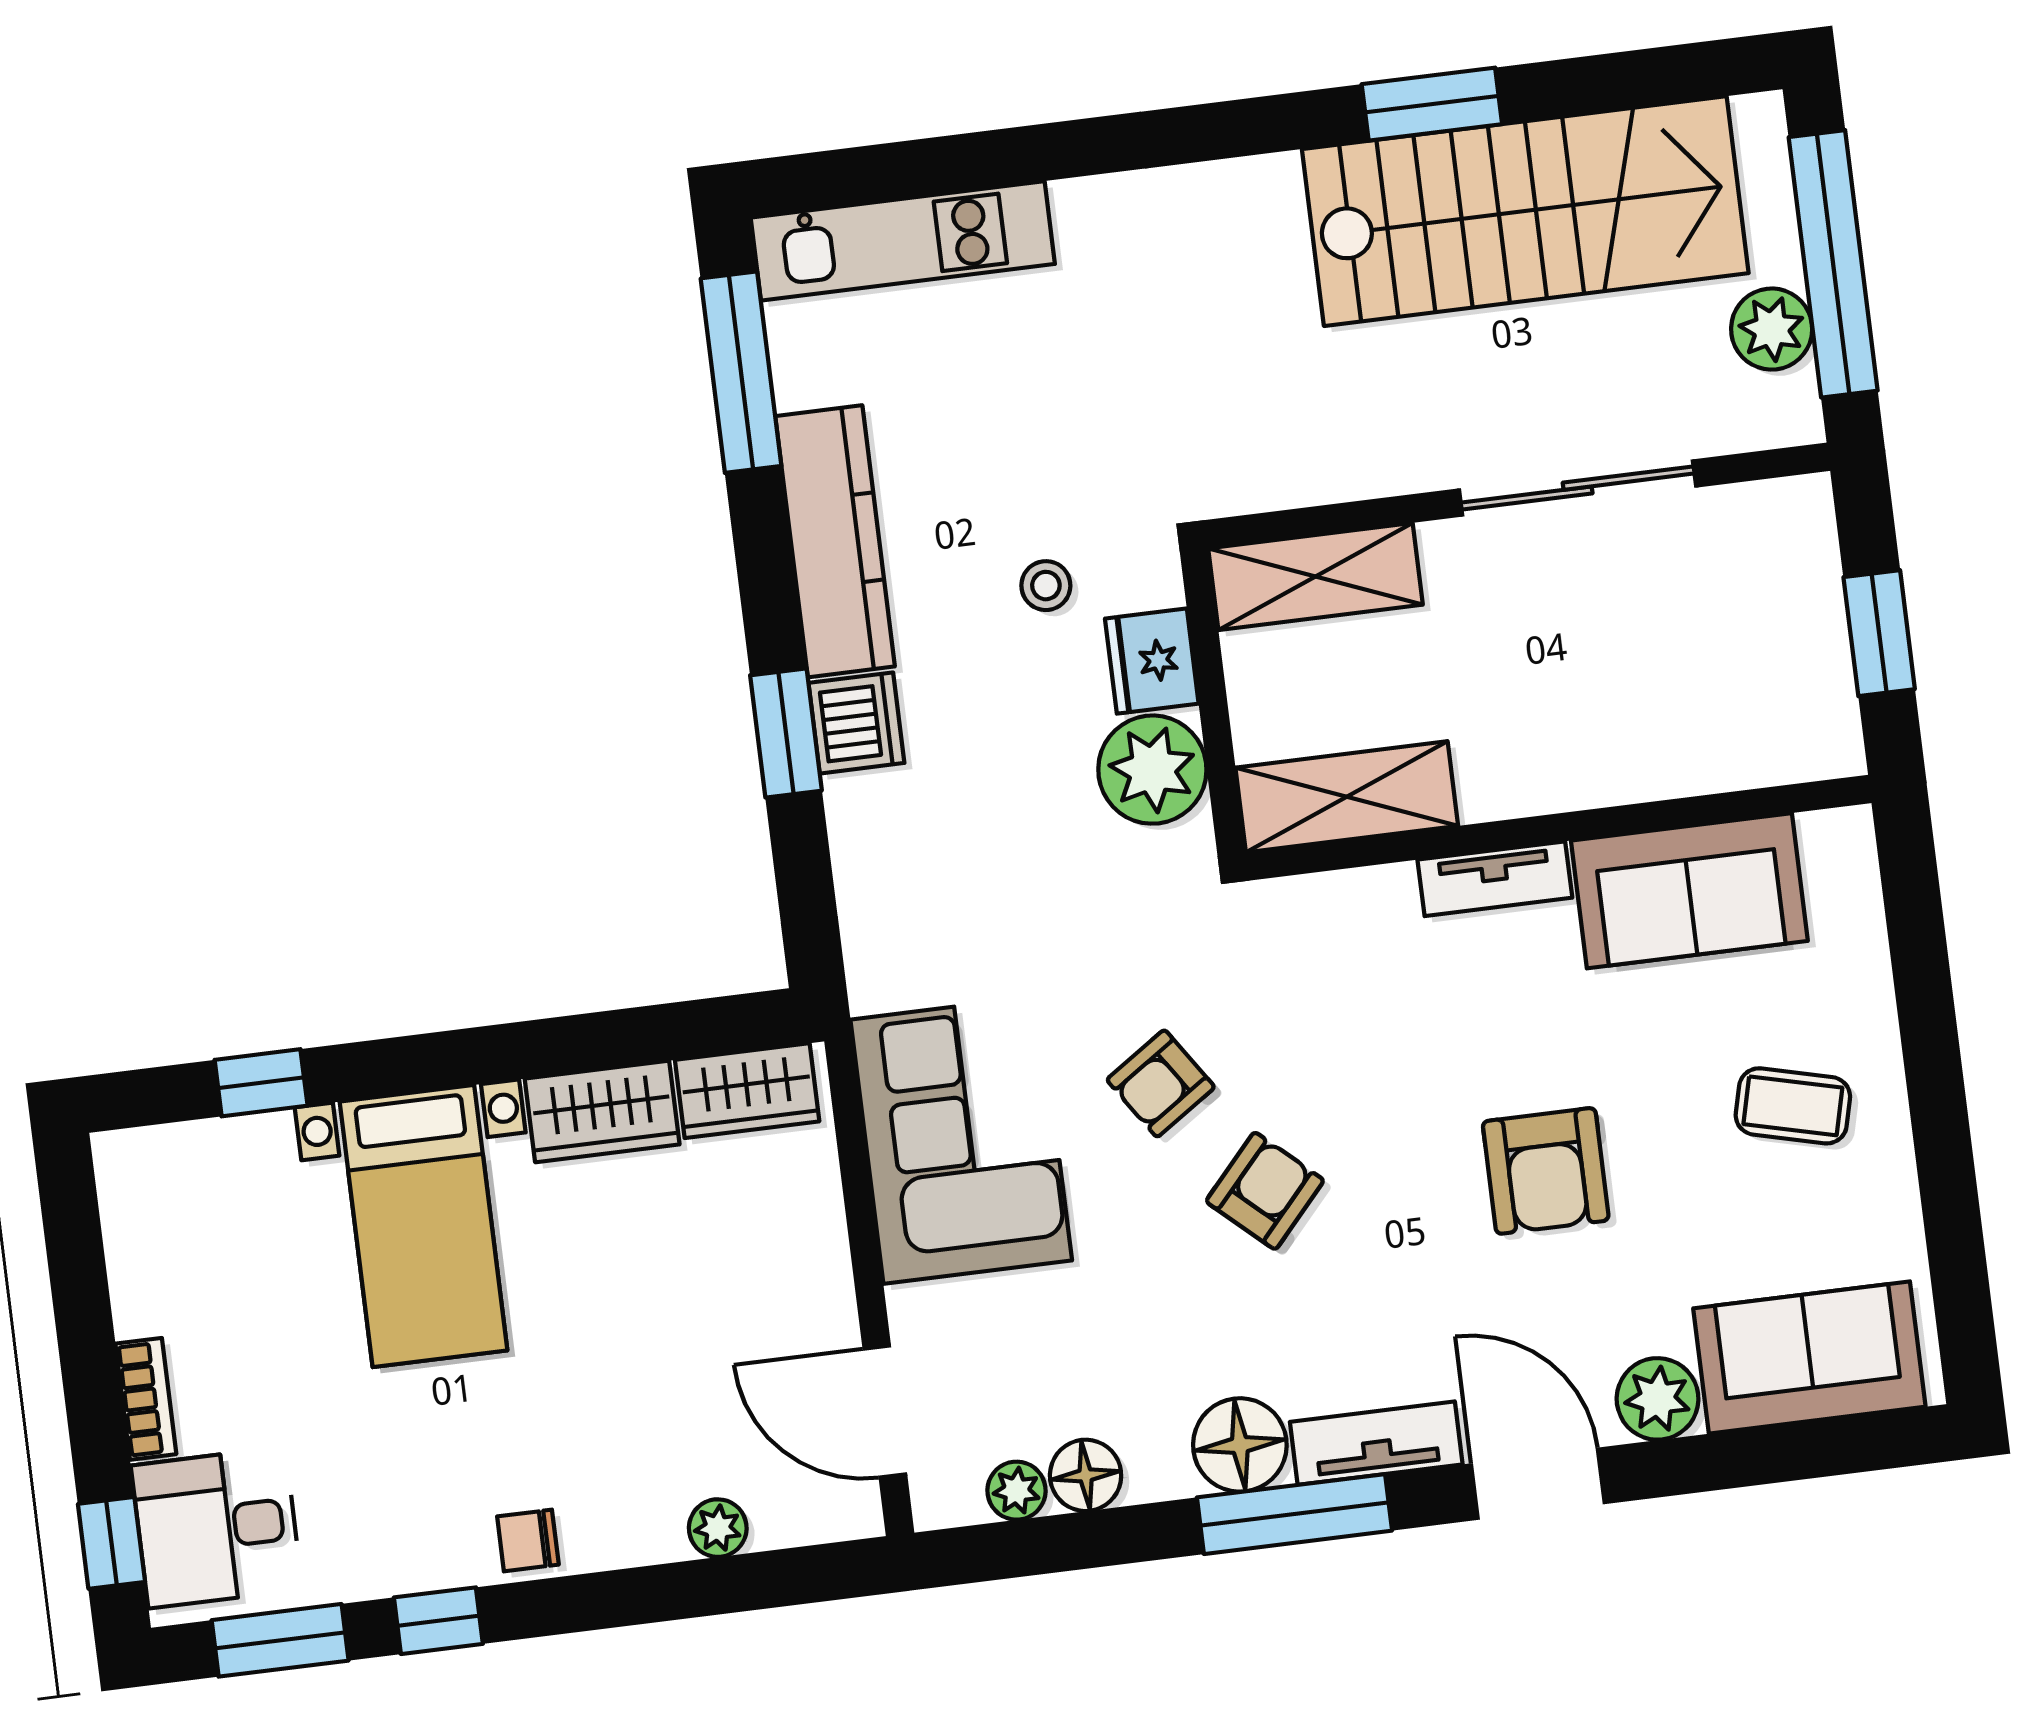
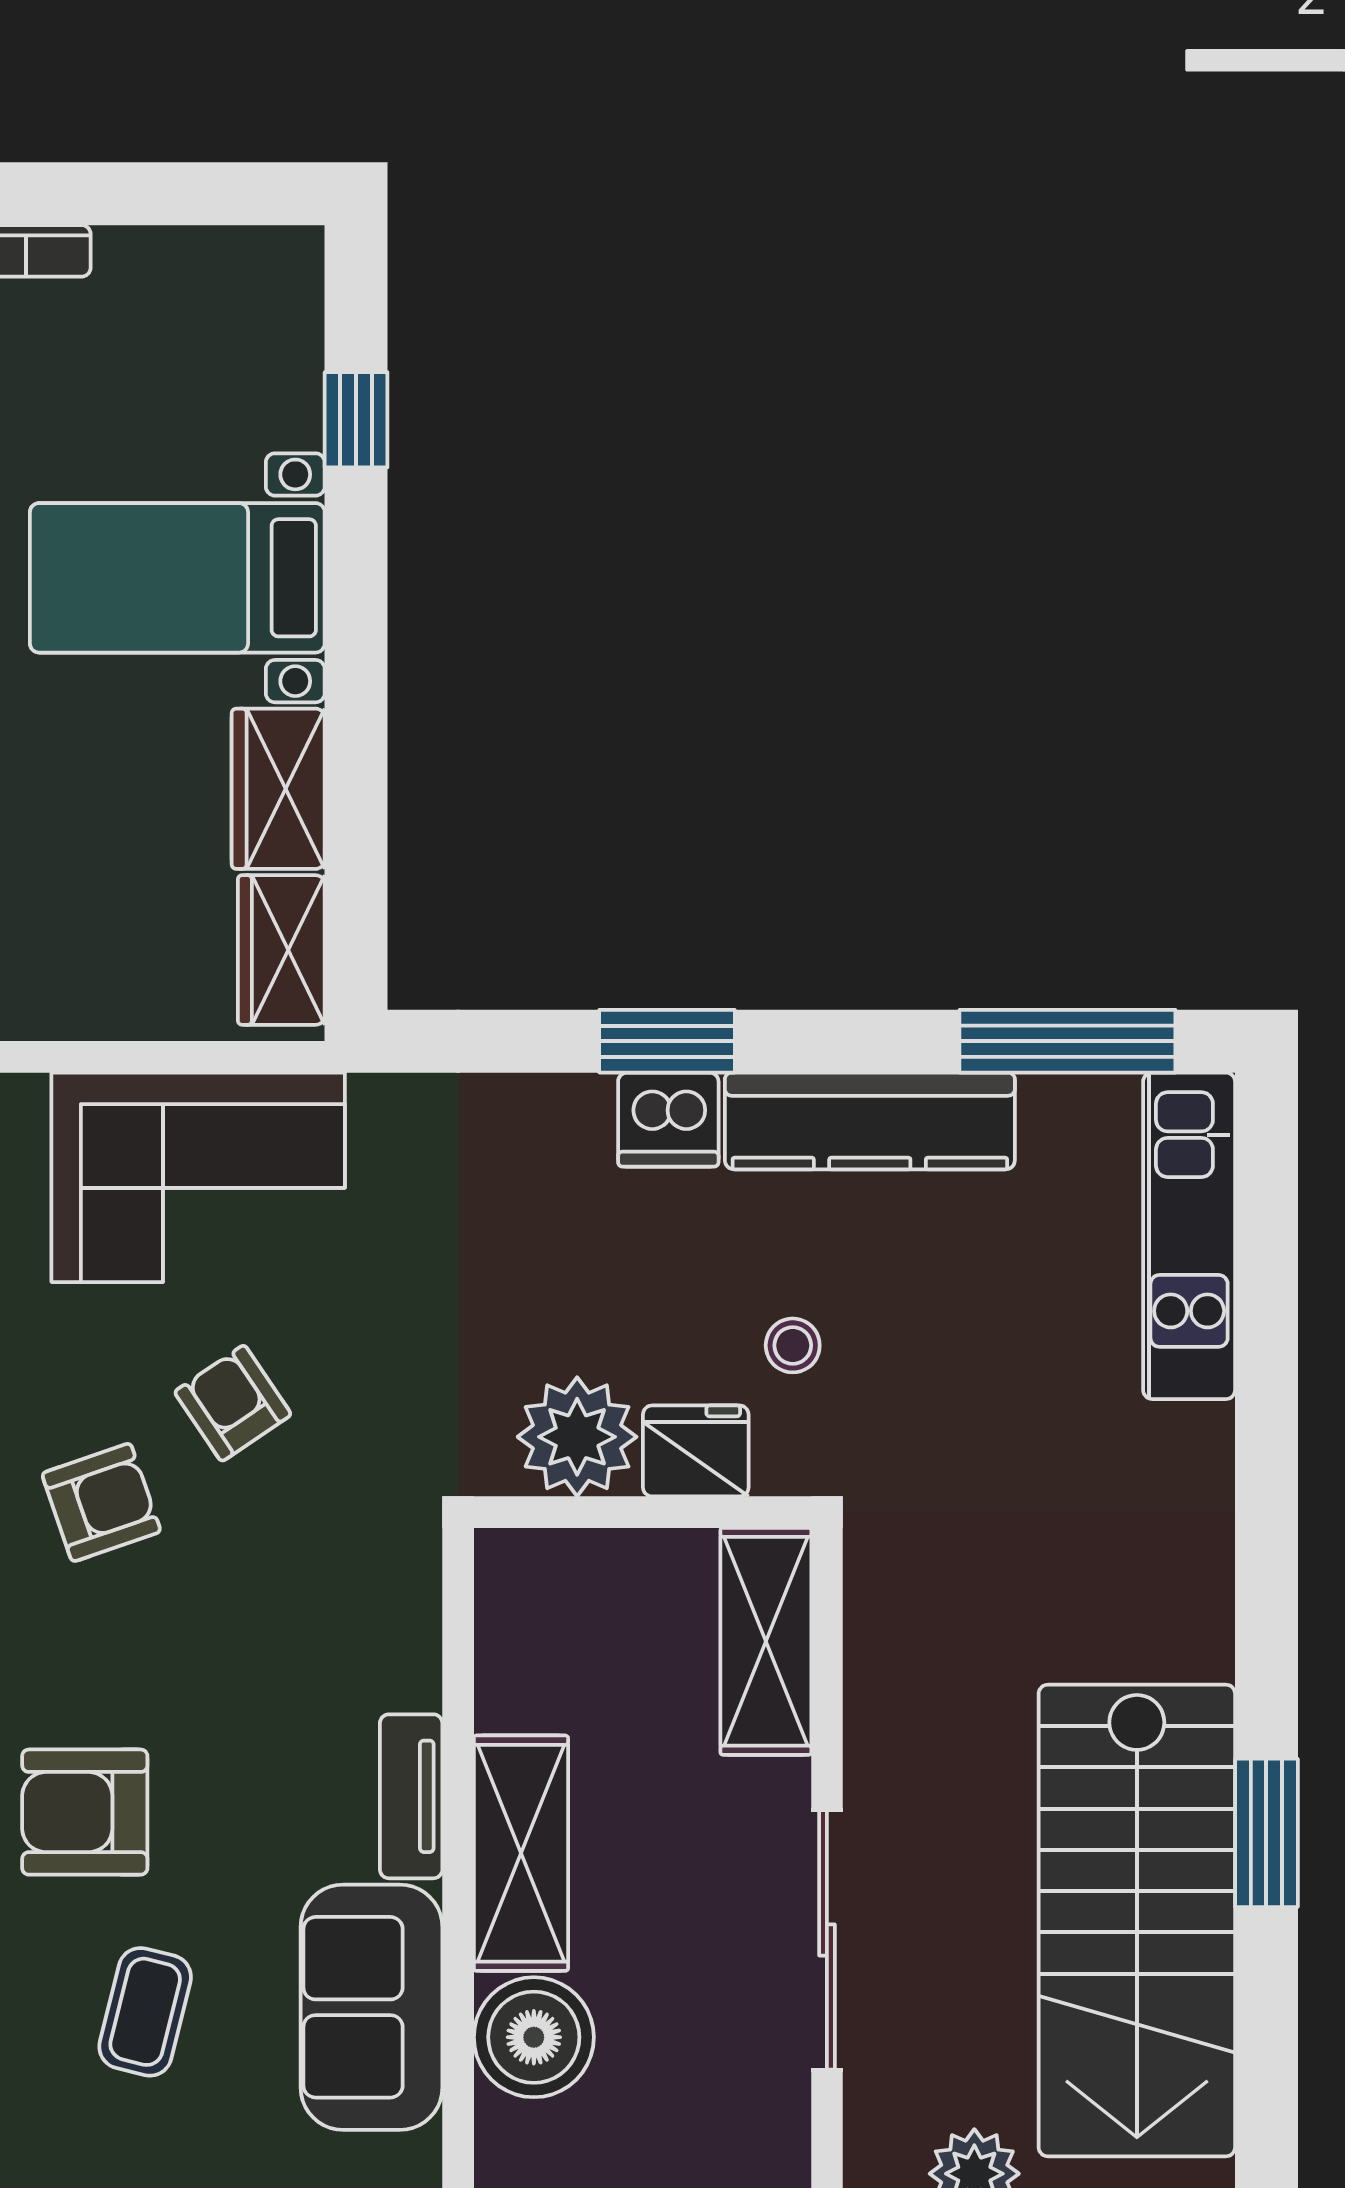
boiler: (1698, 741) -> (534, 2037), added
shelving: (1347, 797) -> (521, 1853), moved
coffee table: (1793, 1106) -> (145, 2012), moved
armchair: (1265, 1191) -> (101, 1502), turned -61

